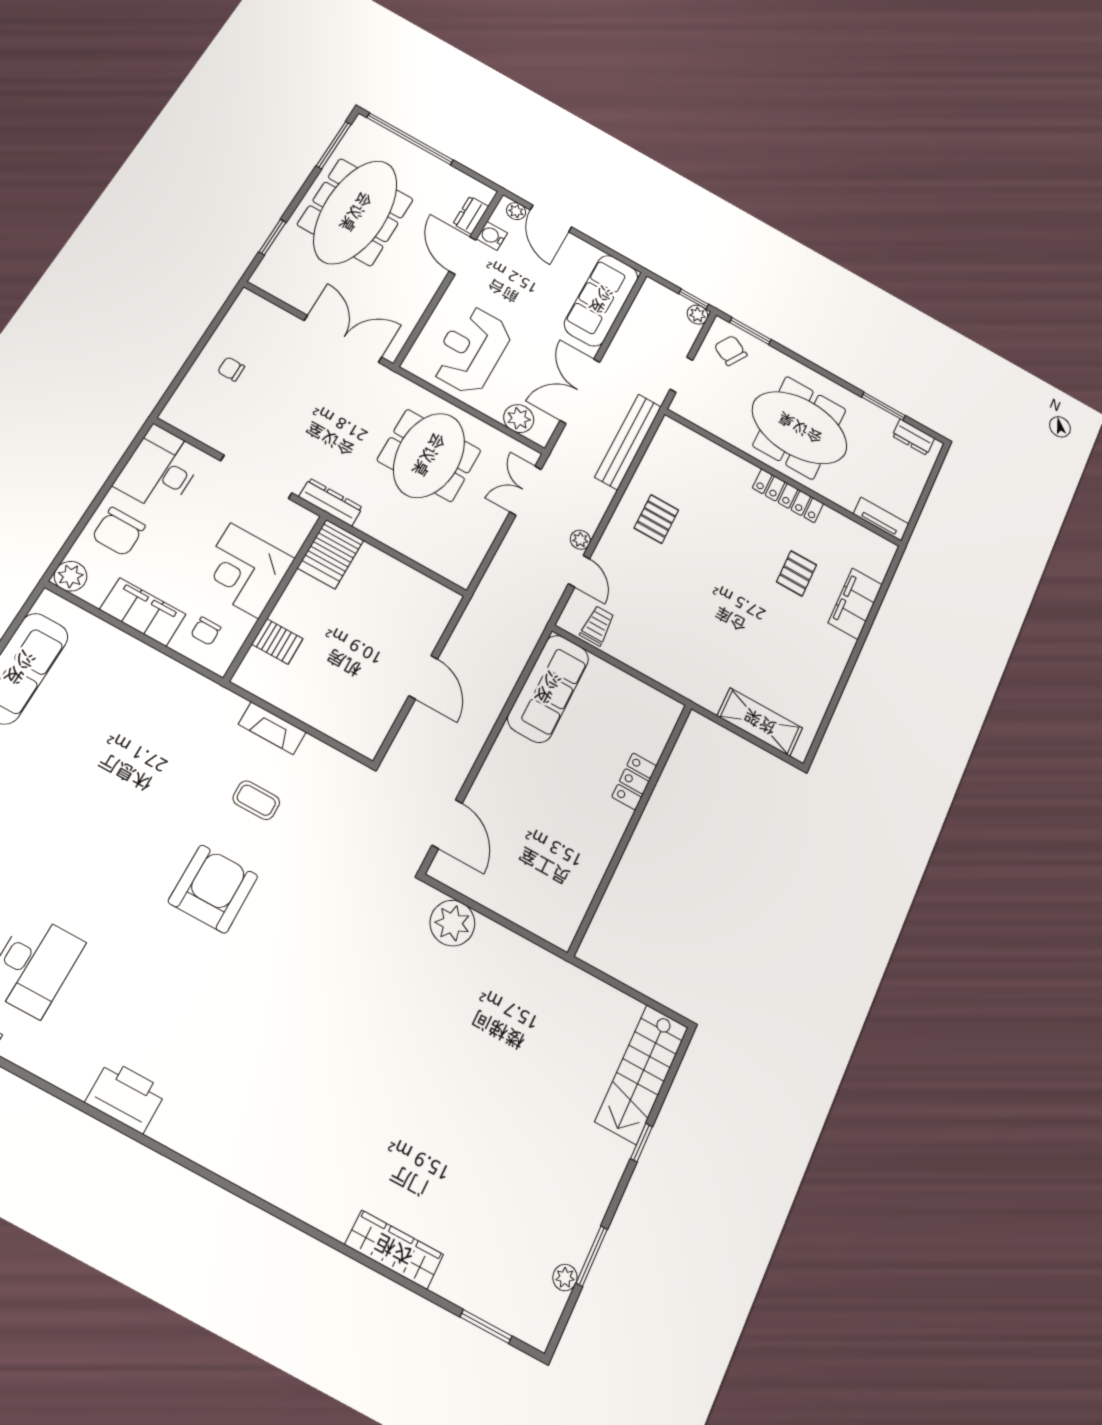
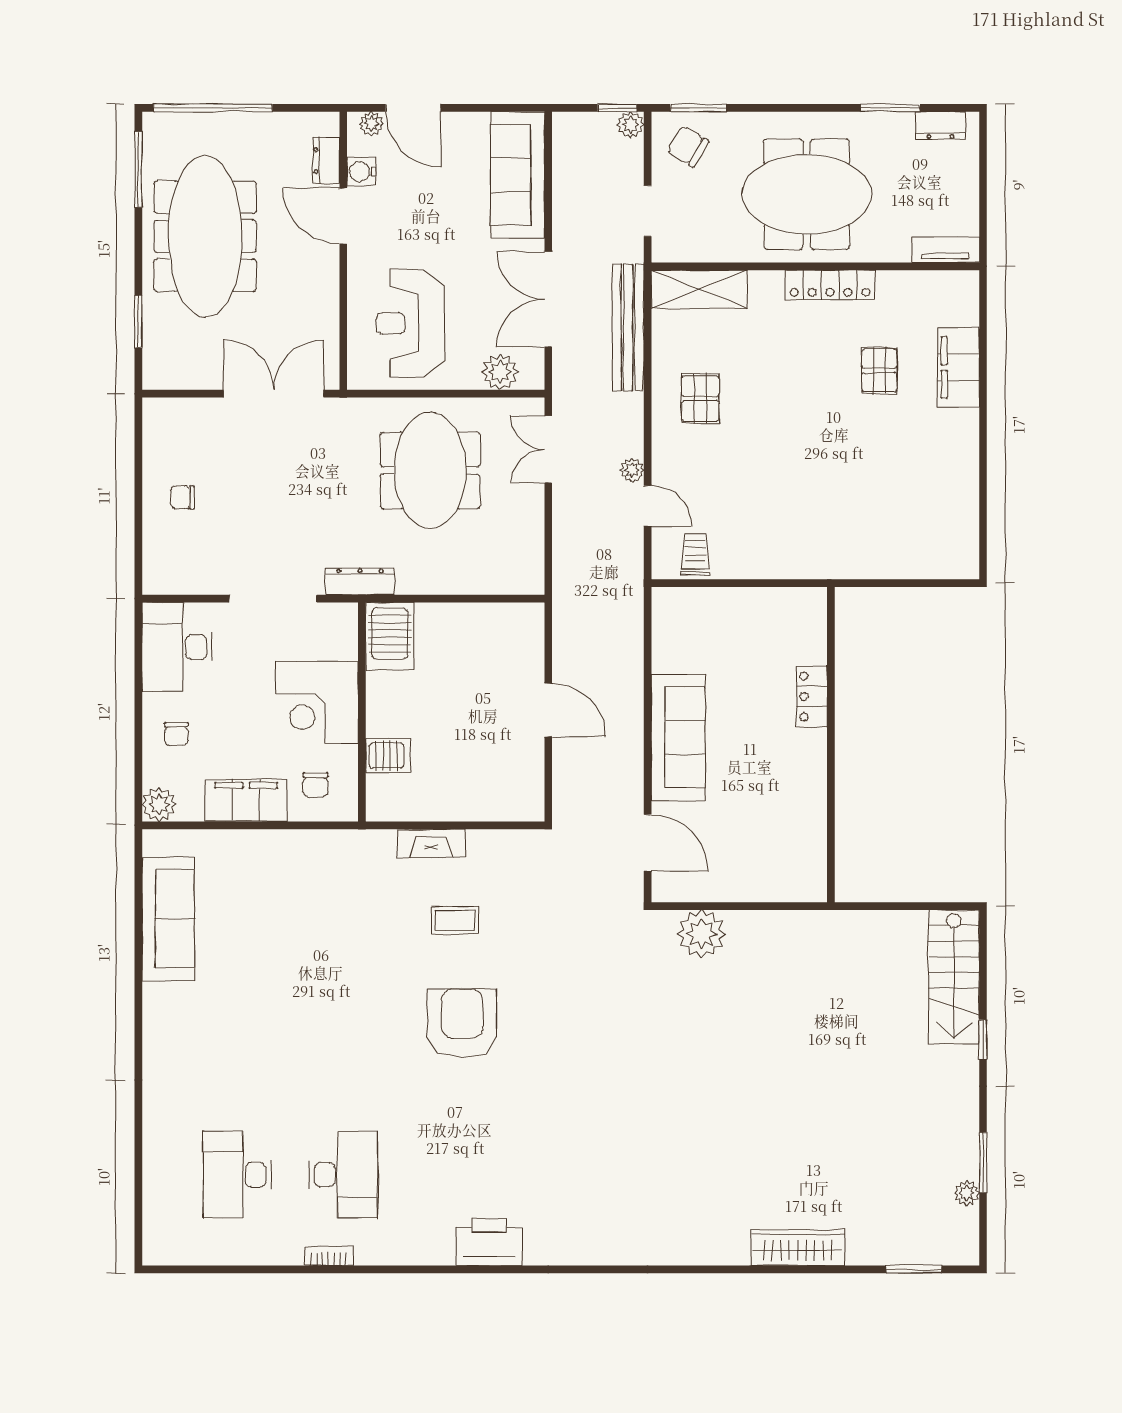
chair: (118, 532) -> (176, 734), width x0.54, depth x0.54
sofa: (548, 688) -> (678, 737), moved
shelving: (760, 722) -> (699, 289), moved

